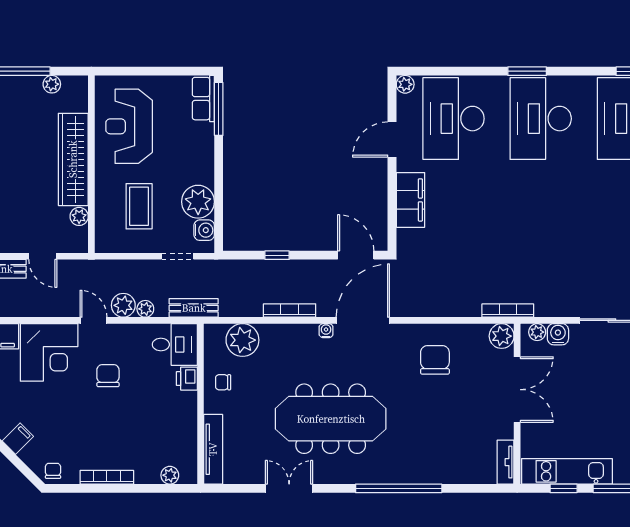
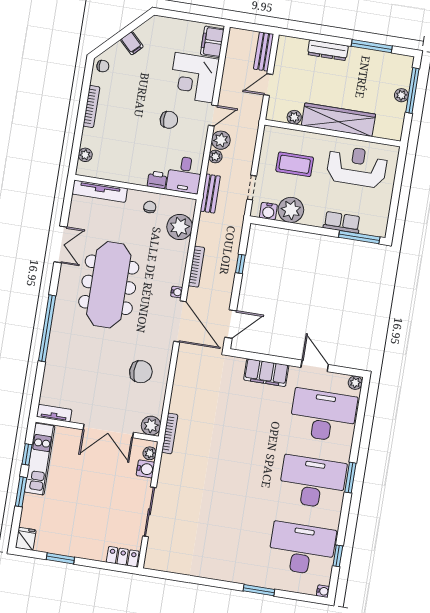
plant: (52, 84) -> (401, 95), moved
row of seats: (203, 99) -> (342, 222), moved

